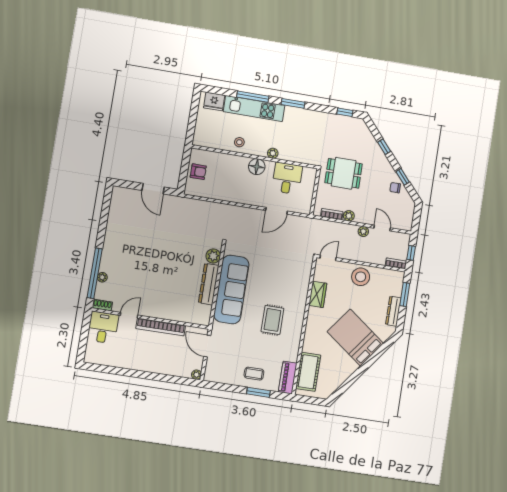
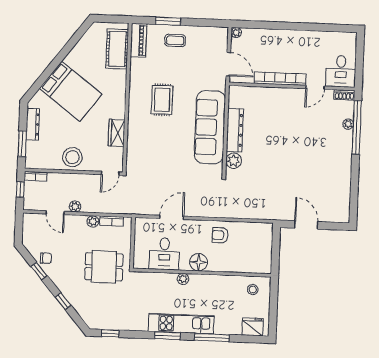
kitchen unit: (254, 109) -> (181, 324), moved
stool: (239, 142) -> (253, 290), moved
armchair: (198, 172) -> (220, 235), moved

